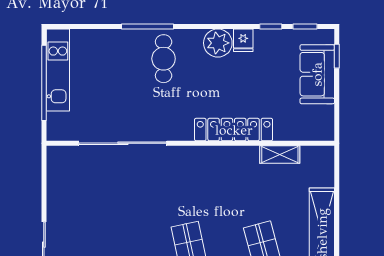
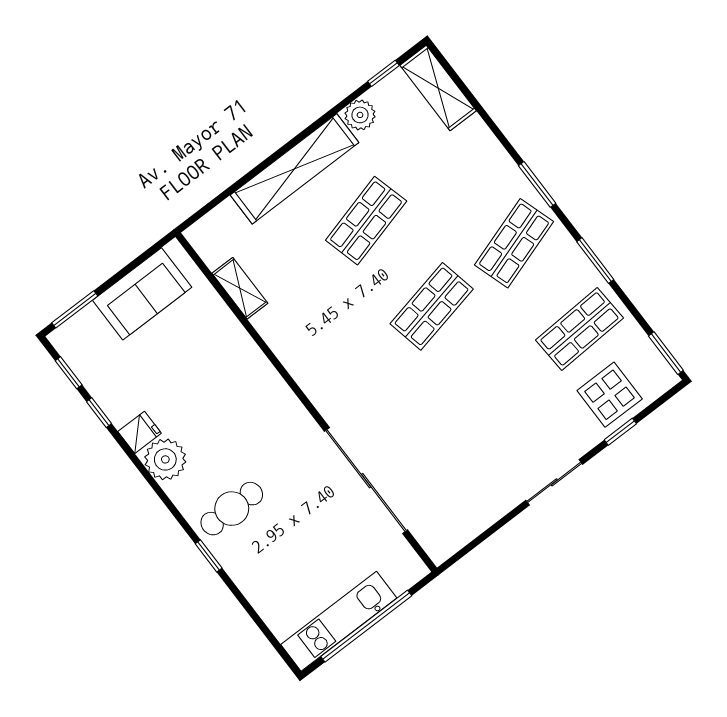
window: (147, 26) -> (209, 556), width x0.46
window: (337, 56) -> (75, 309), width x1.50
sofa: (317, 74) -> (142, 294), moved
locker: (234, 130) -> (252, 364), removed

